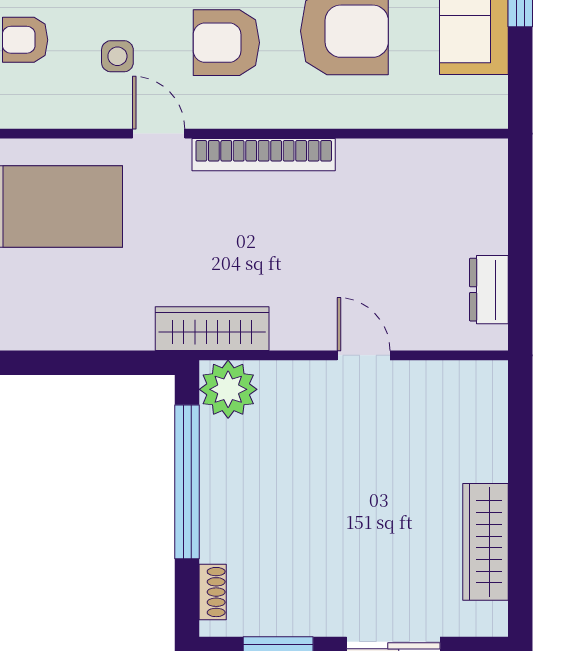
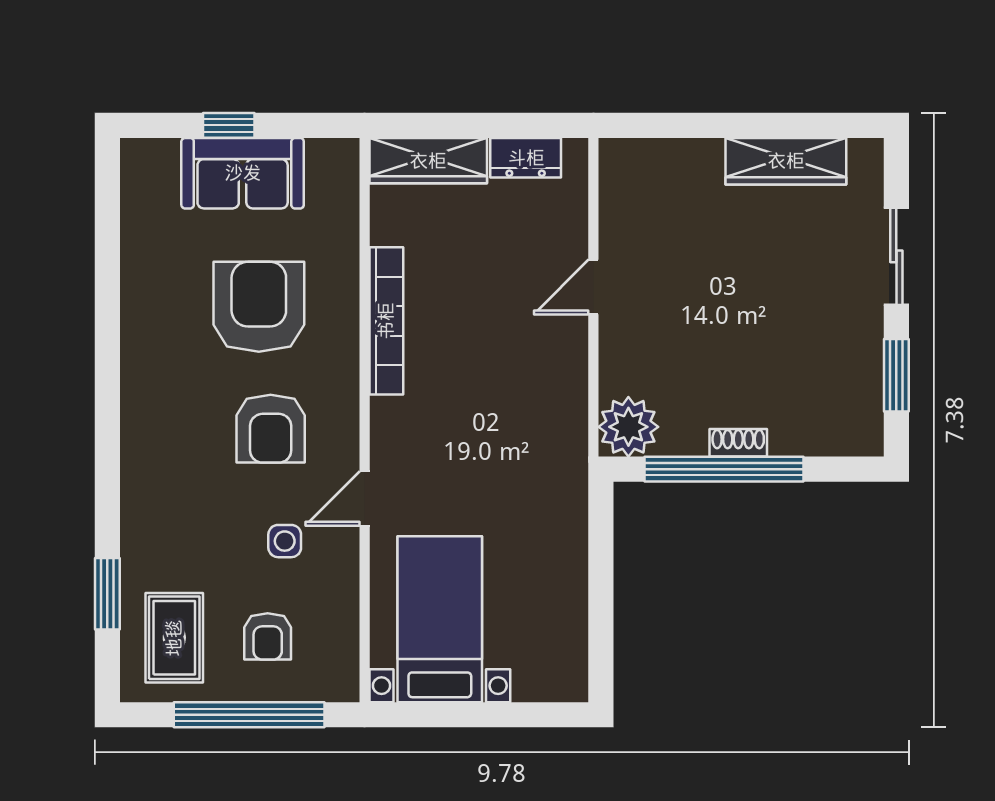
bookcase: (264, 155) -> (386, 321), moved
wardrobe: (212, 329) -> (428, 161), moved, turned -90
shoe rack: (213, 592) -> (738, 443), moved

